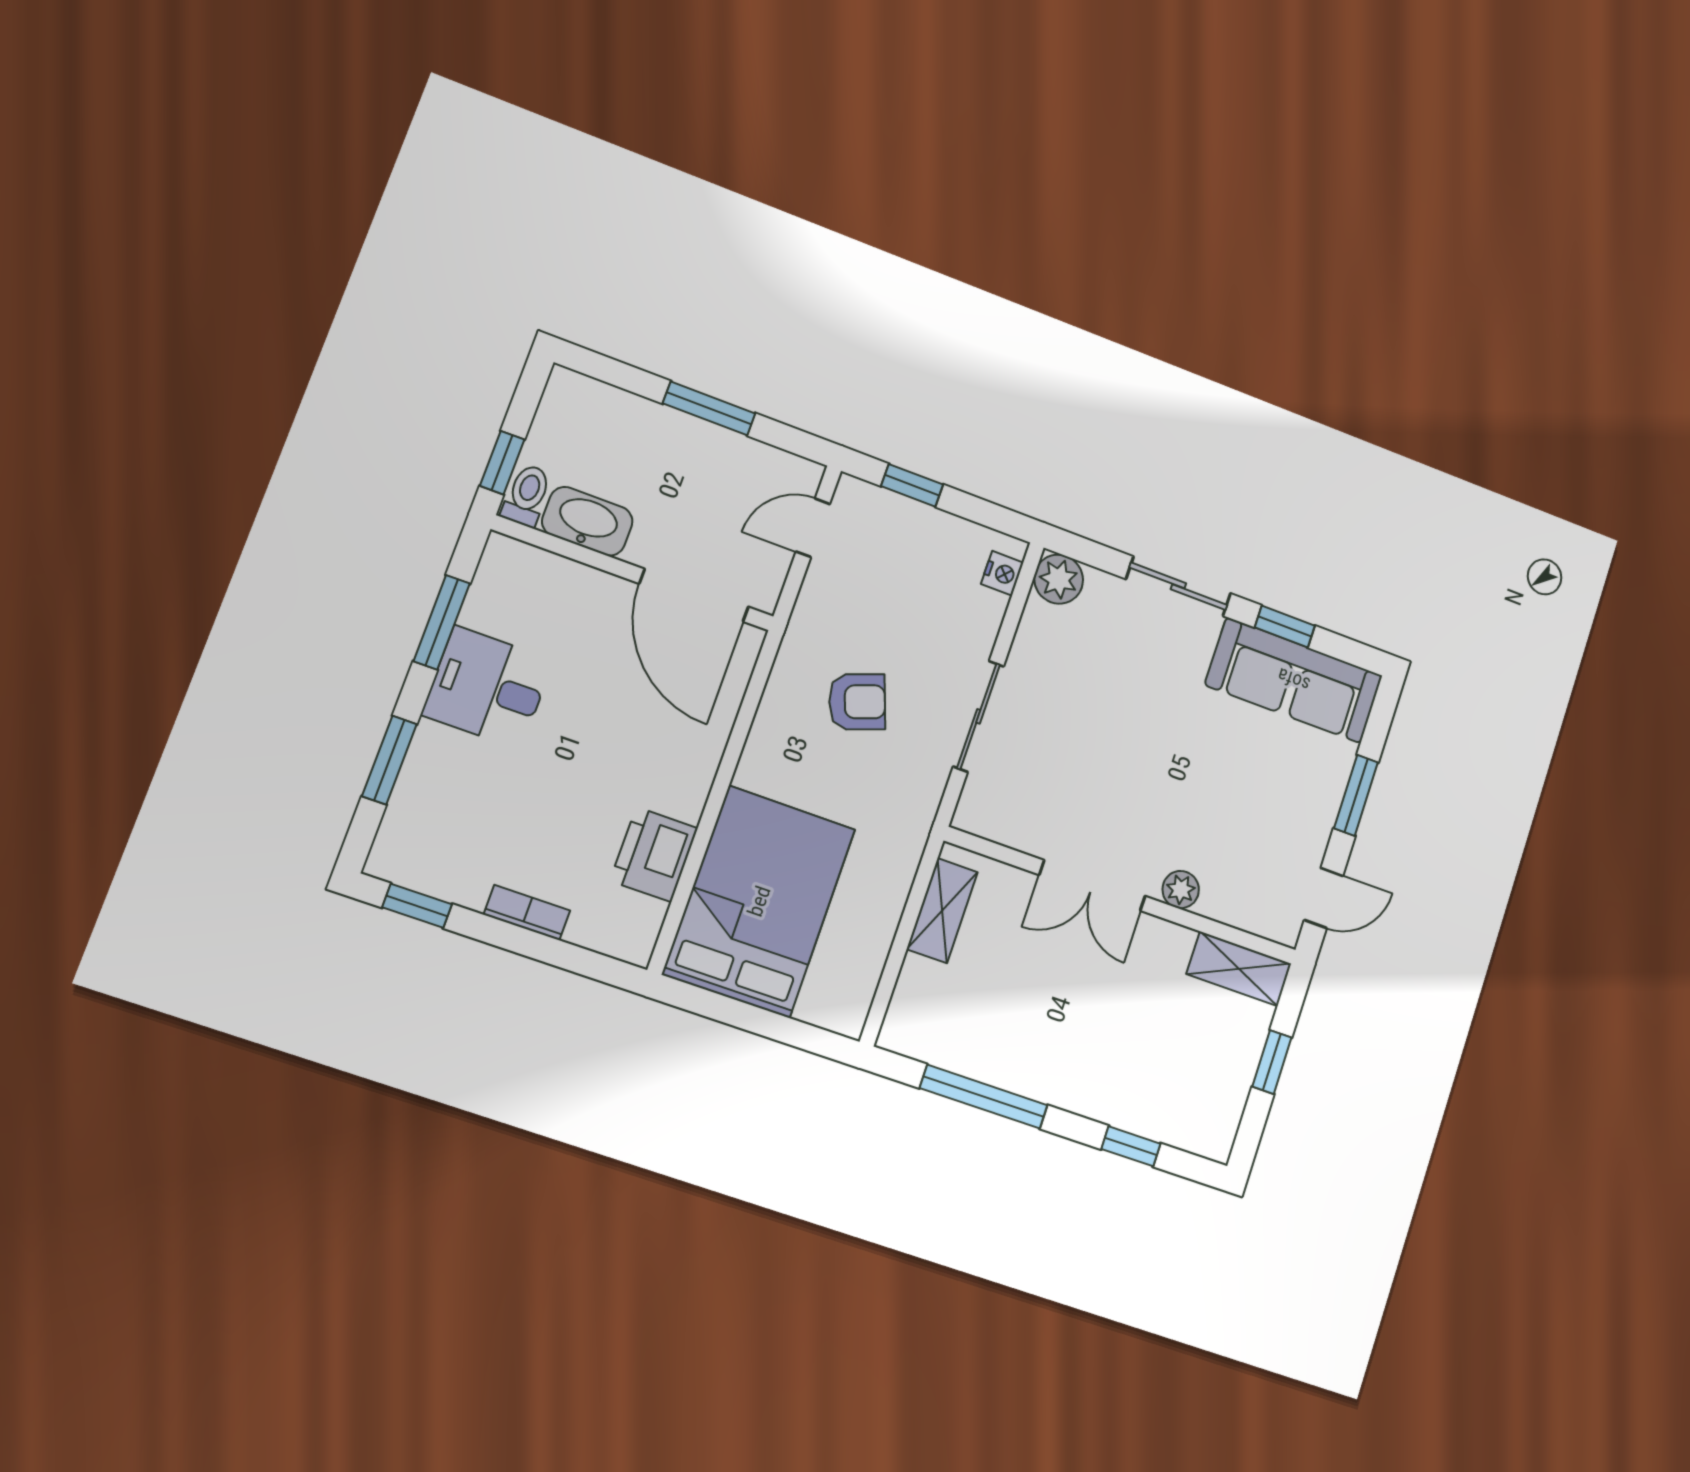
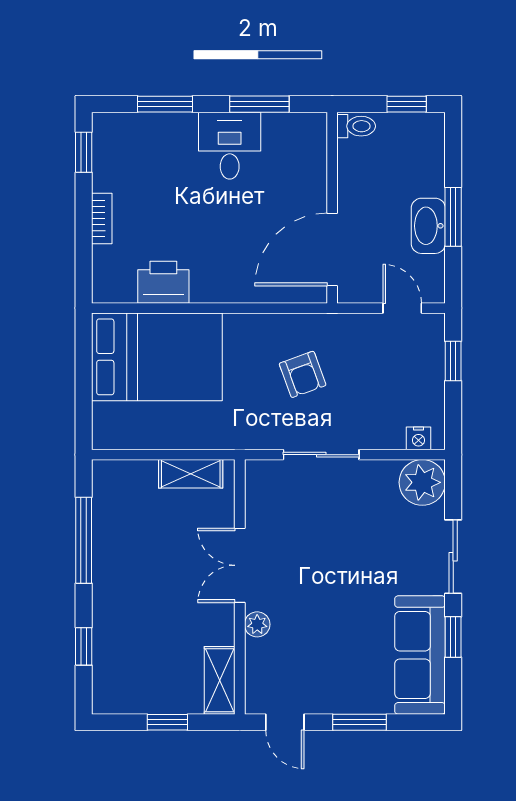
window: (502, 463) -> (407, 104), moved
washbasin: (587, 521) -> (428, 226), moved, turned 180
plant: (1059, 579) -> (422, 482), width x1.36, depth x1.36

